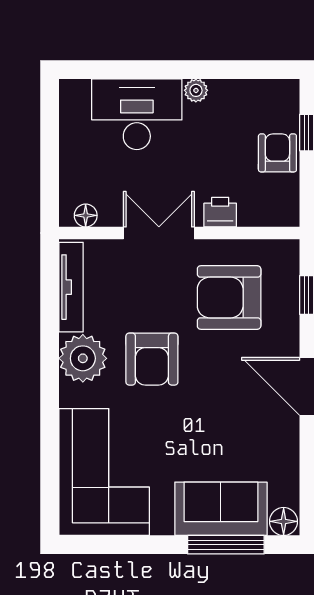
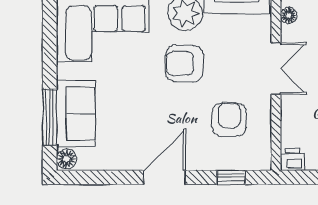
printer: (220, 212) -> (292, 160), moved, turned -90
armchair: (229, 297) -> (229, 119), width x0.73, depth x0.73

